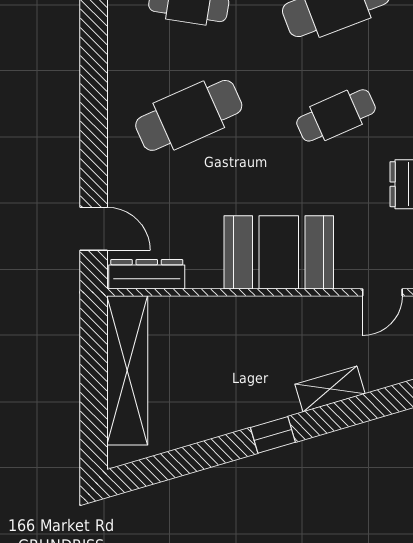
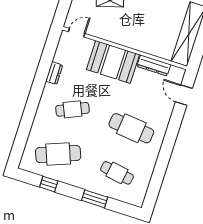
cafe table: (189, 115) -> (131, 128), turned 30
dresser: (147, 274) -> (154, 65), moved

